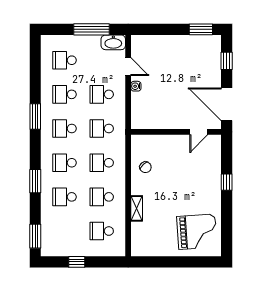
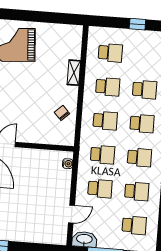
door: (128, 67) -> (71, 214), swing flipped
water cooler: (136, 86) -> (68, 164), moved

